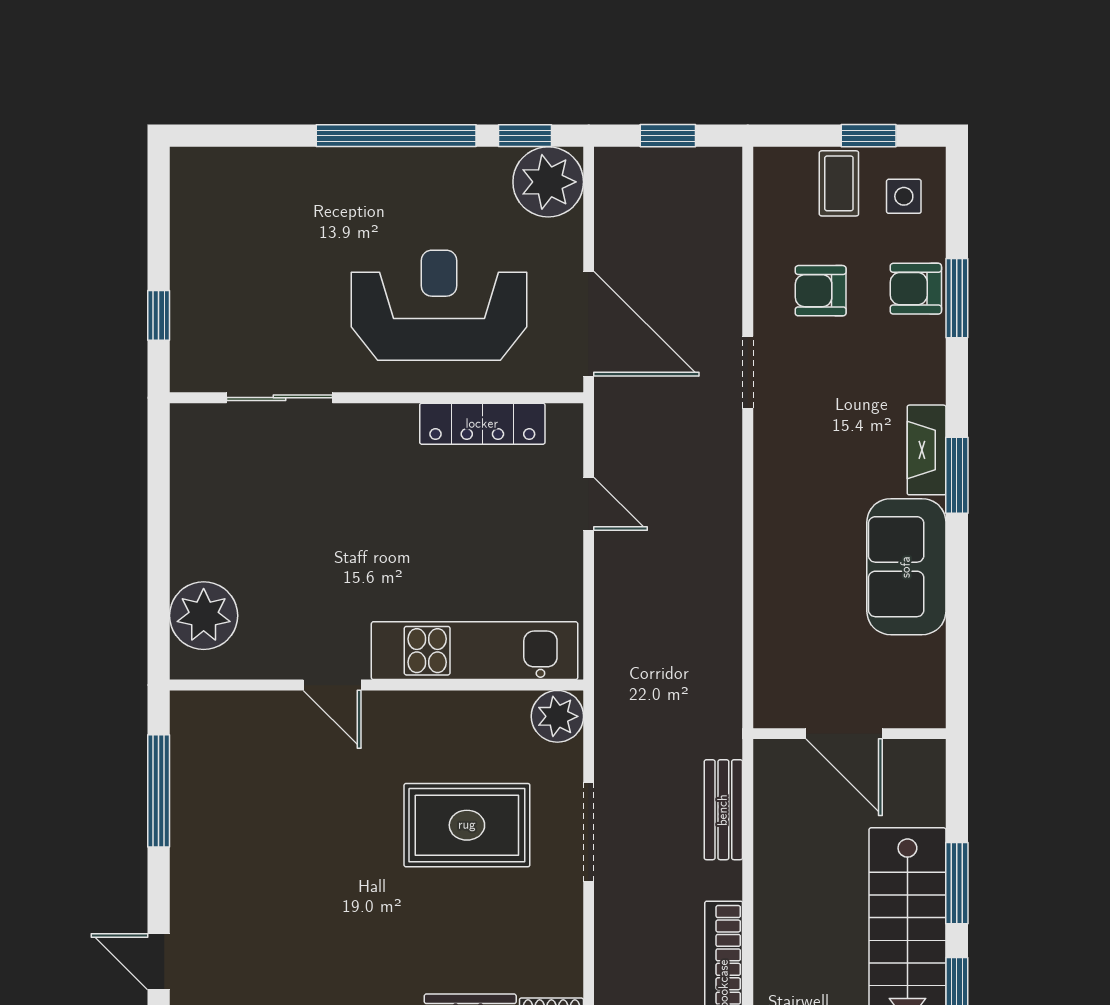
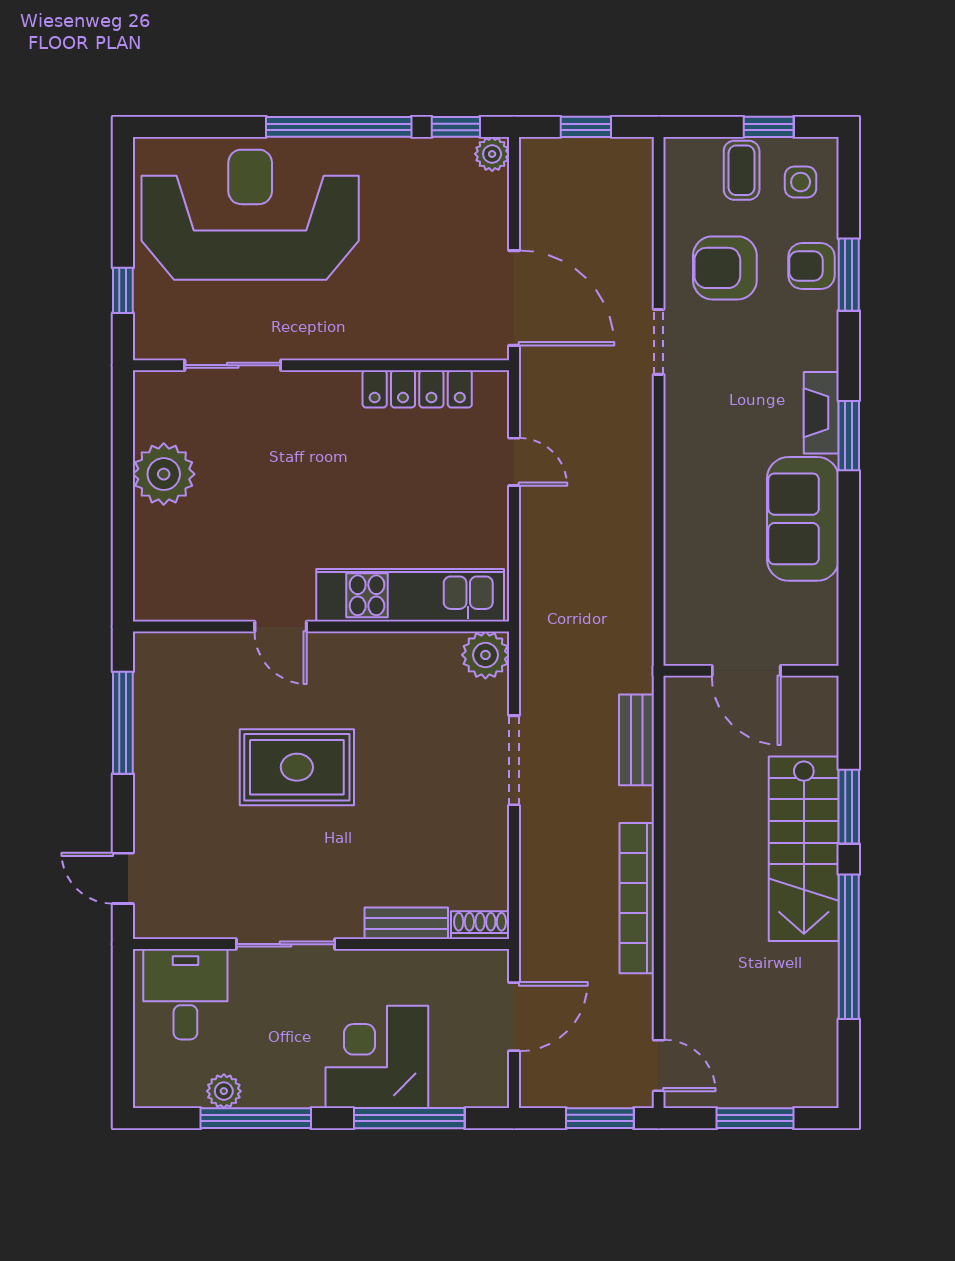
plant: (548, 182) -> (492, 154), width x0.53, depth x0.53
armchair: (821, 291) -> (725, 268), width x1.38, depth x1.38
reception desk: (439, 305) -> (250, 215), moved, width x1.36, depth x1.30
plant: (204, 616) -> (164, 474), moved
rug: (467, 825) -> (297, 767), moved

